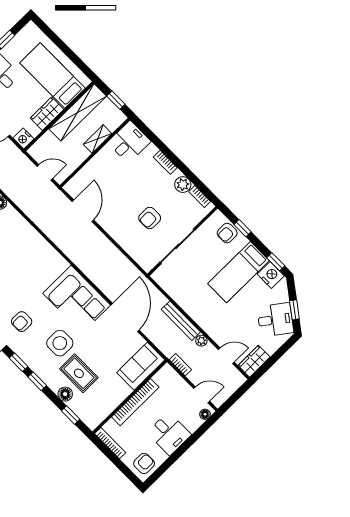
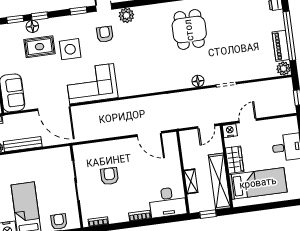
desk: (129, 142) -> (168, 202), width x1.37
door: (45, 172) -> (206, 126), moved
plant: (183, 185) -> (115, 216), removed
window: (37, 381) -> (40, 16), moved

